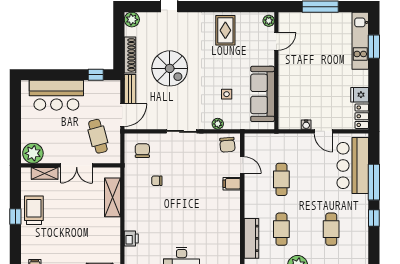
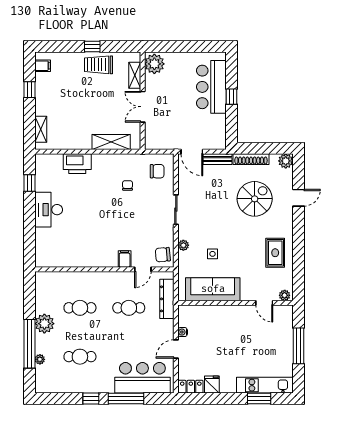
rug: (225, 30) -> (275, 253), turned 90
spiral stairs: (170, 68) -> (255, 199), moved, turned 180
window: (96, 75) -> (231, 97), moved
cafe table: (98, 136) -> (171, 128), removed
trolley: (34, 210) -> (98, 65), turned 180
printer: (131, 238) -> (77, 164), width x1.87, depth x1.48
dresser: (251, 238) -> (167, 299), moved, turned 90

